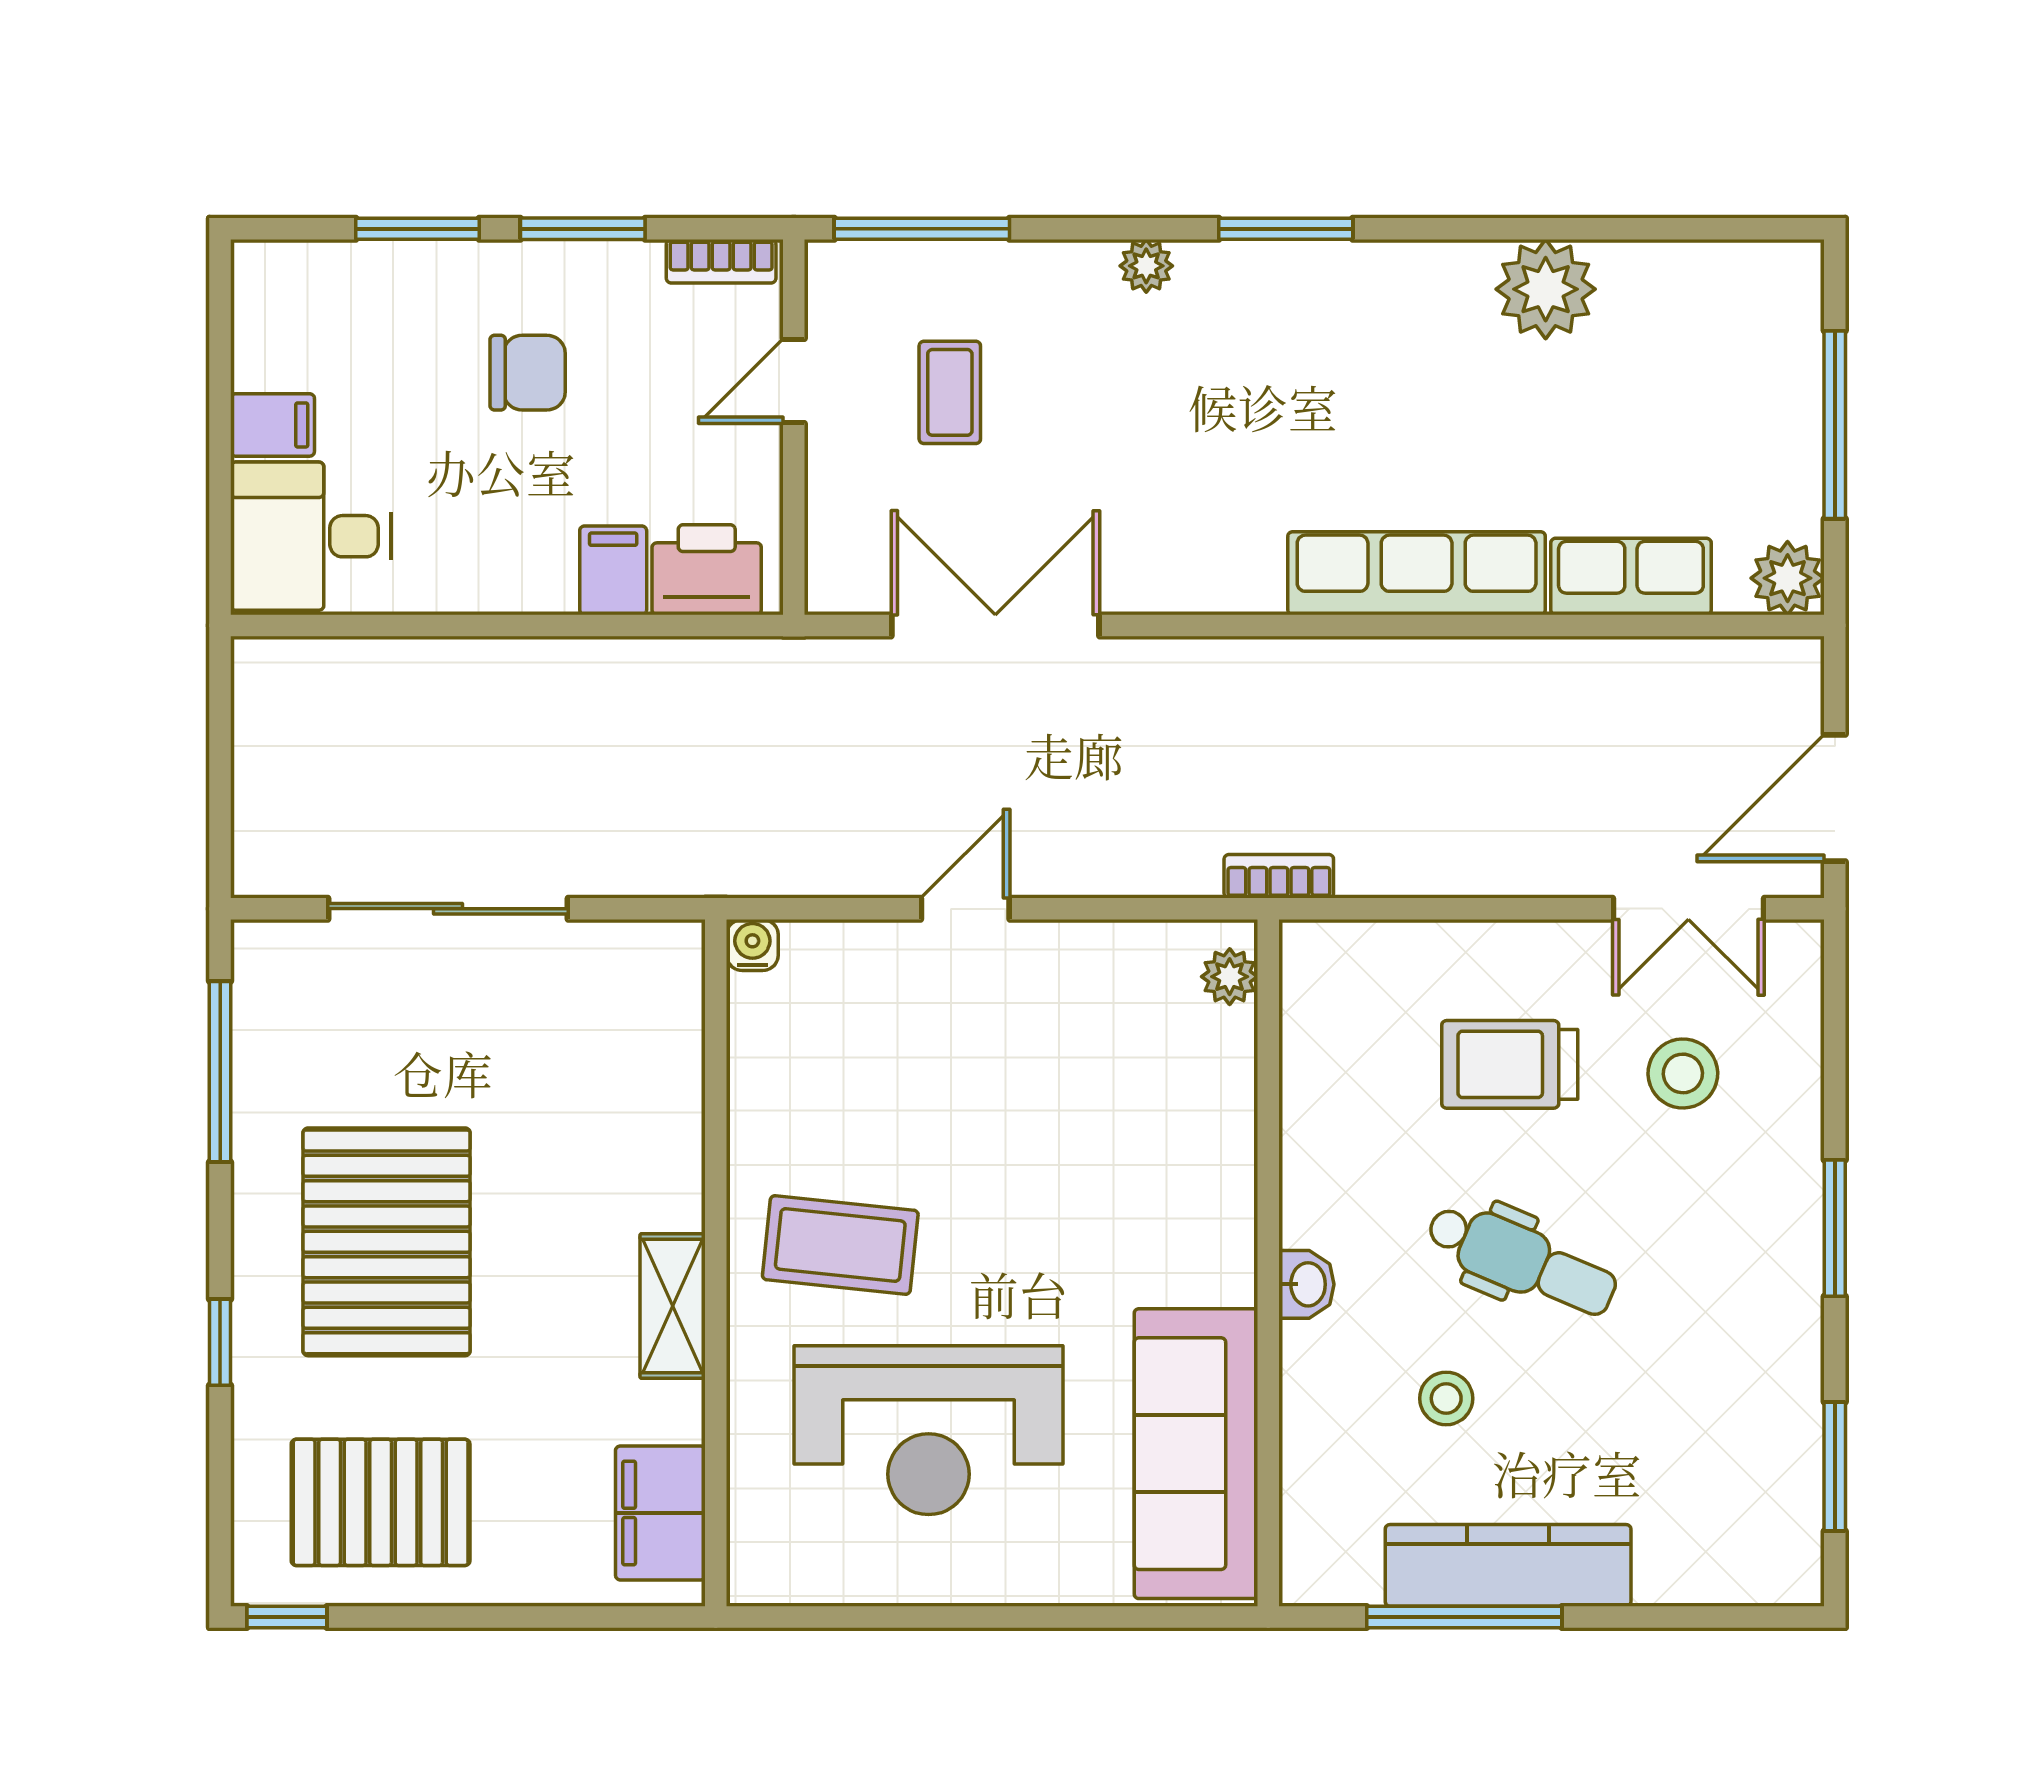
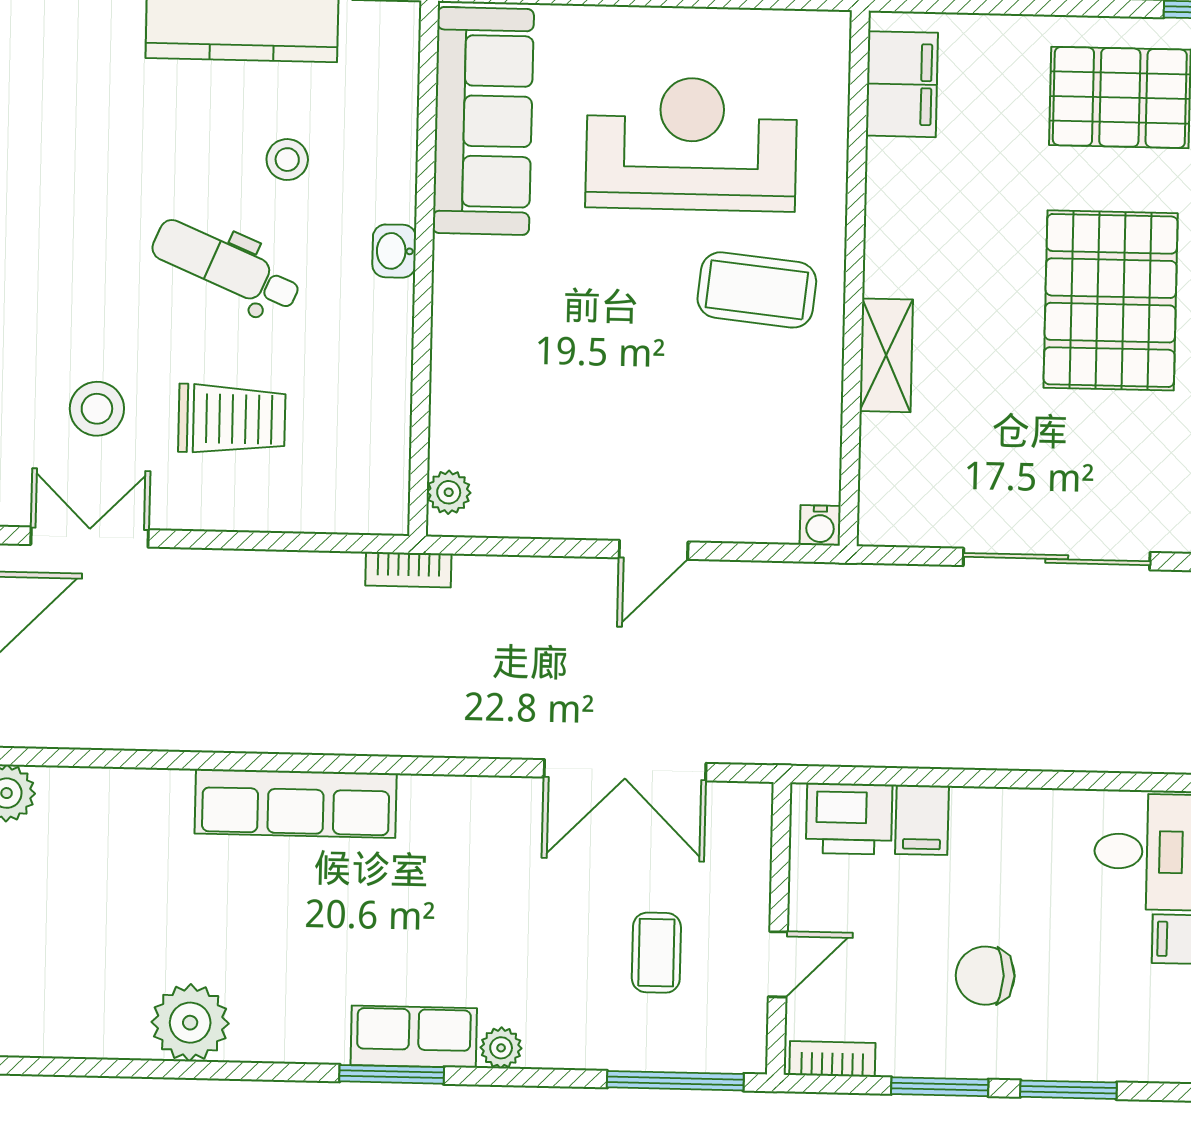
row of seats: (1631, 576) -> (414, 1037), moved, turned 180
shelving: (673, 1306) -> (886, 355), moved

